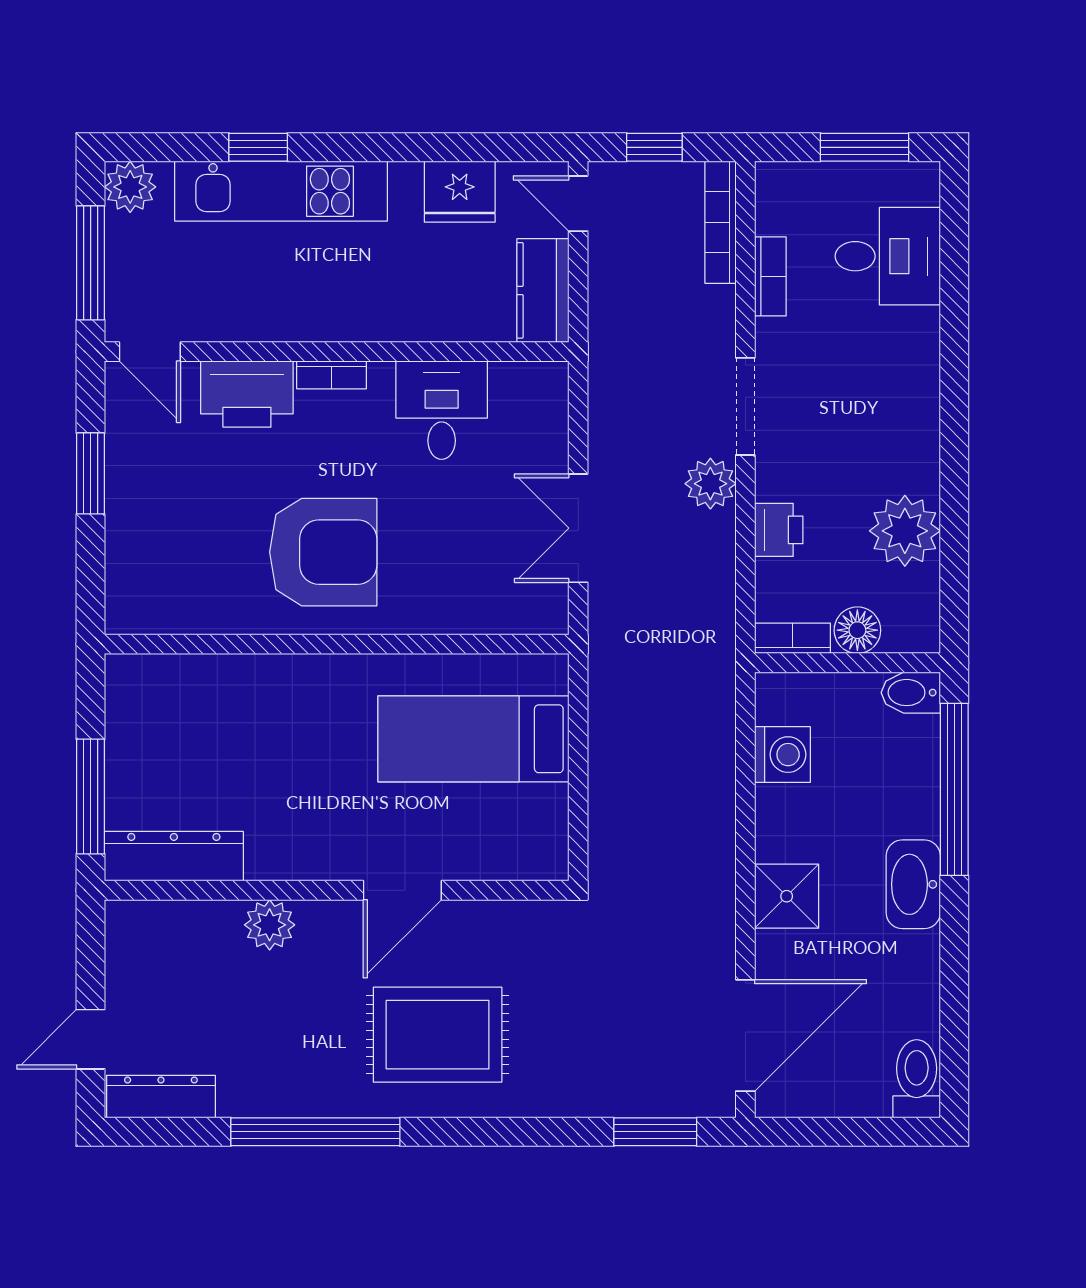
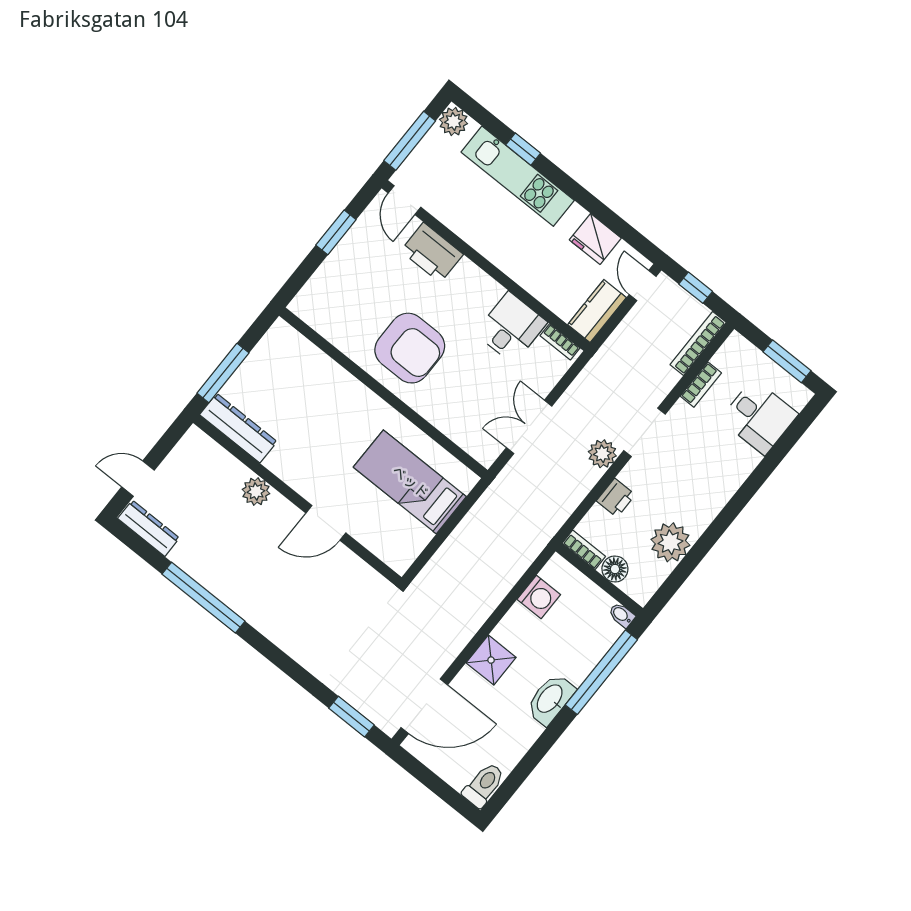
bookcase: (332, 375) -> (560, 342), moved
bidet: (911, 693) -> (622, 615), width x0.72, depth x0.74
rug: (438, 1035) -> (291, 598), removed

